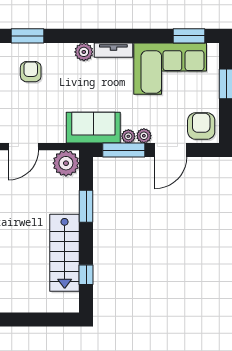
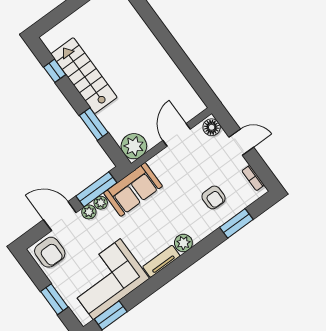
door: (171, 150) -> (60, 216), hinge flipped

